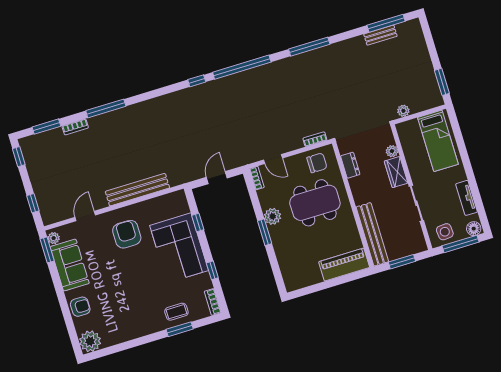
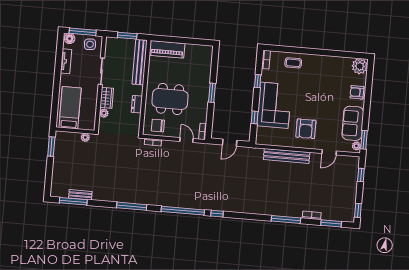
dresser: (350, 165) -> (137, 104), moved
plant: (273, 216) -> (202, 101), removed
window: (180, 329) -> (296, 50), removed

